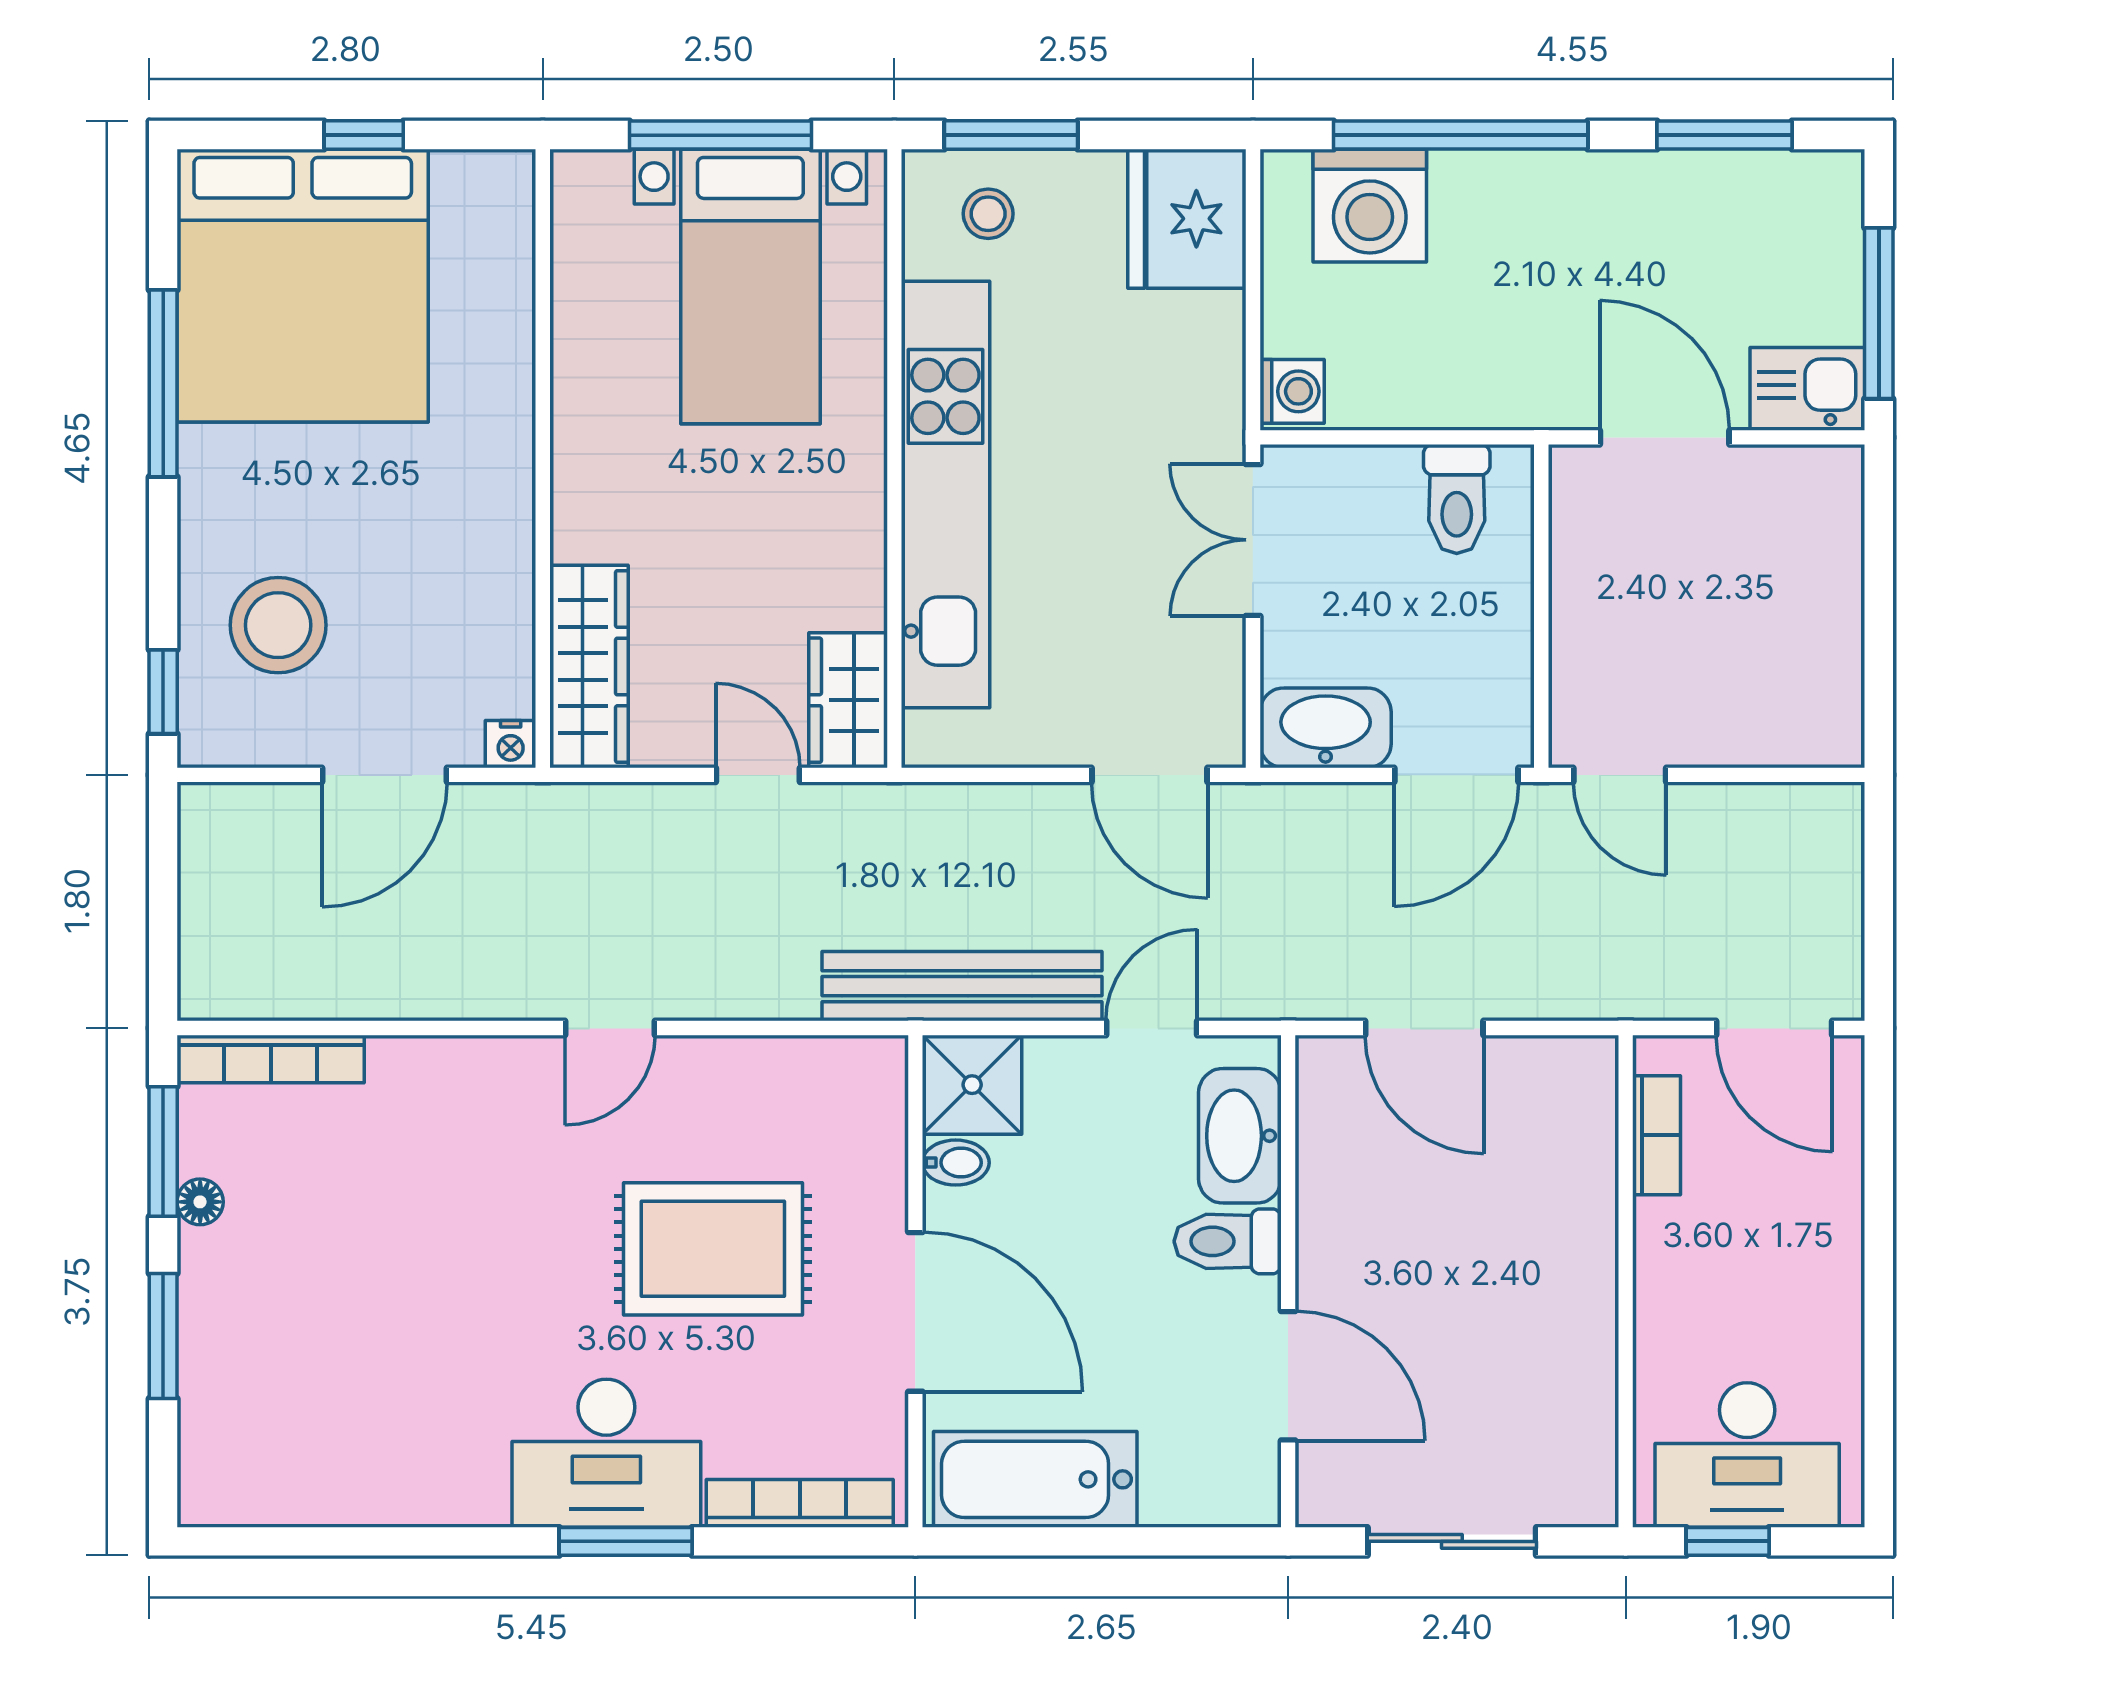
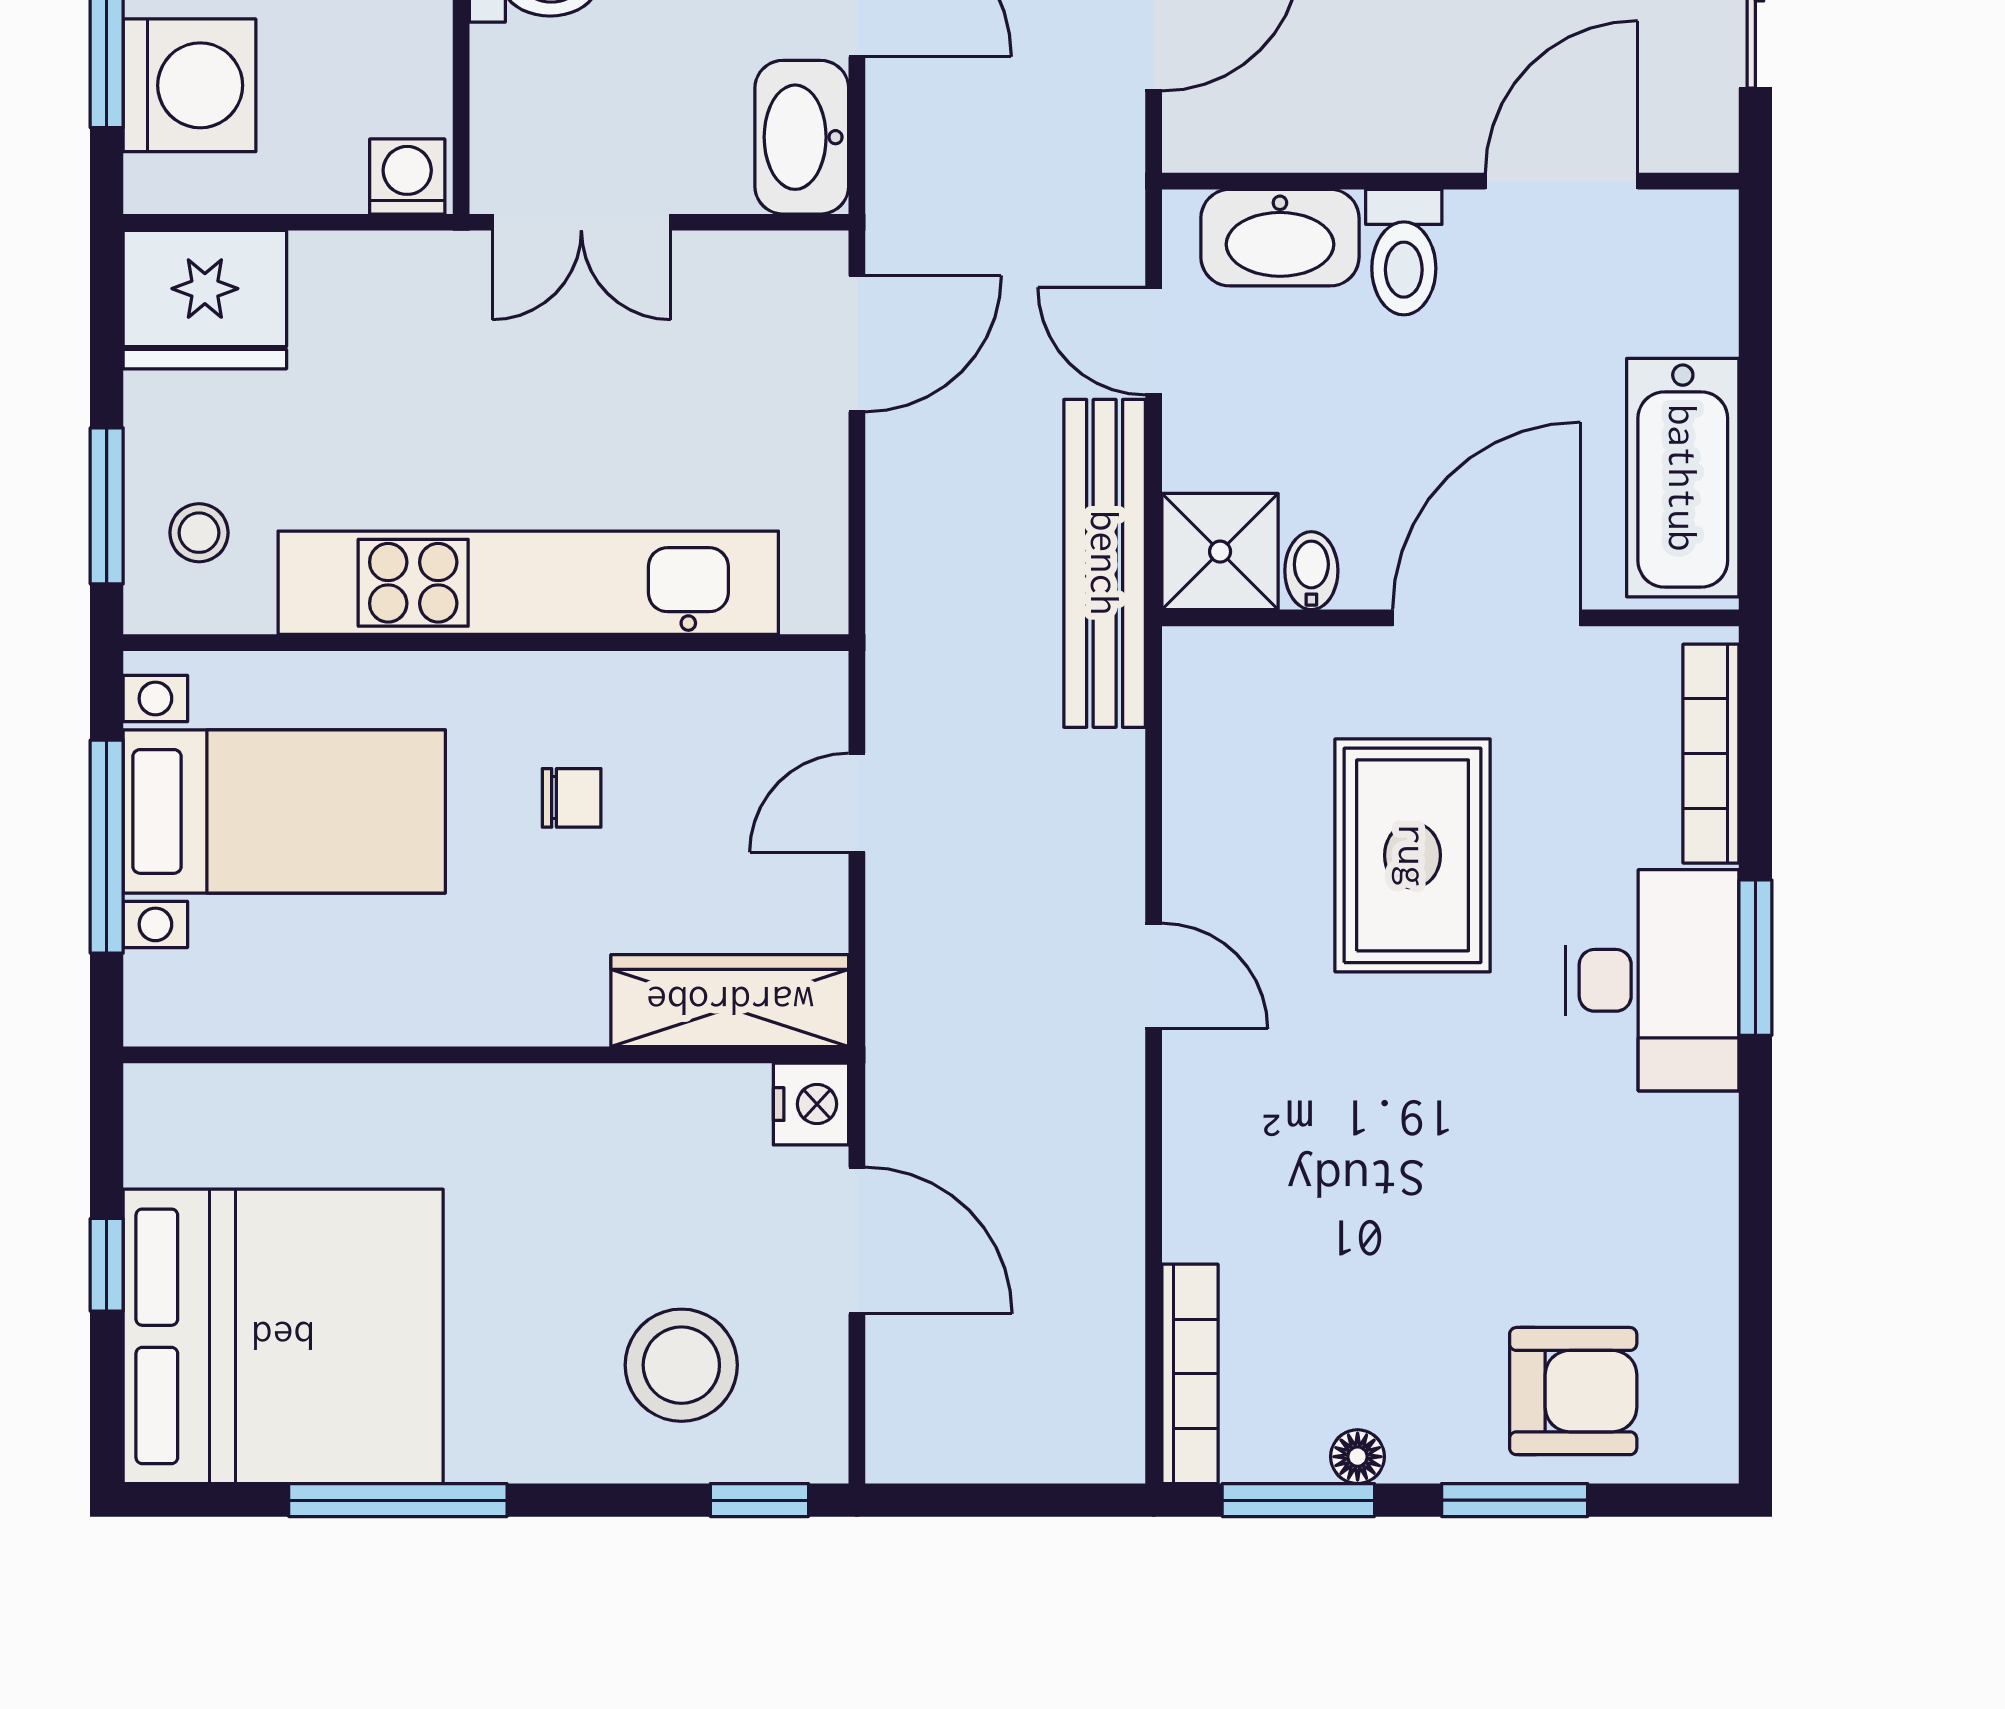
chair: (762, 532) -> (572, 798), added
wardrobe: (848, 700) -> (769, 697), removed
nightstand: (511, 744) -> (811, 1104), width x1.39, depth x1.35
armchair: (256, 1386) -> (1573, 1391), added

